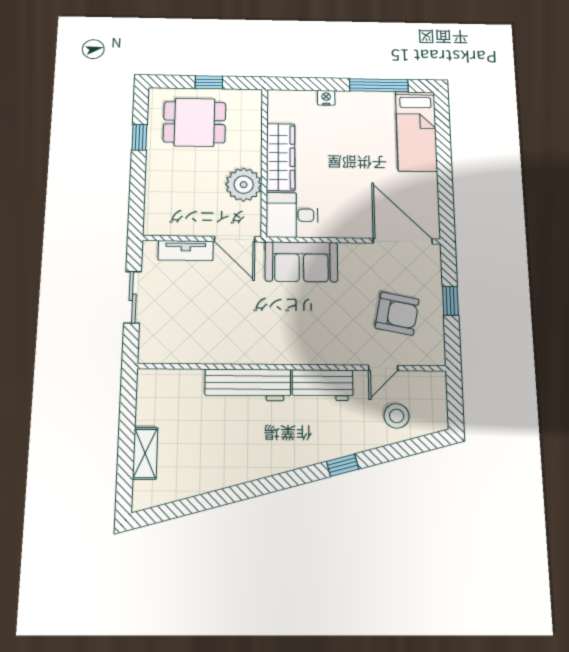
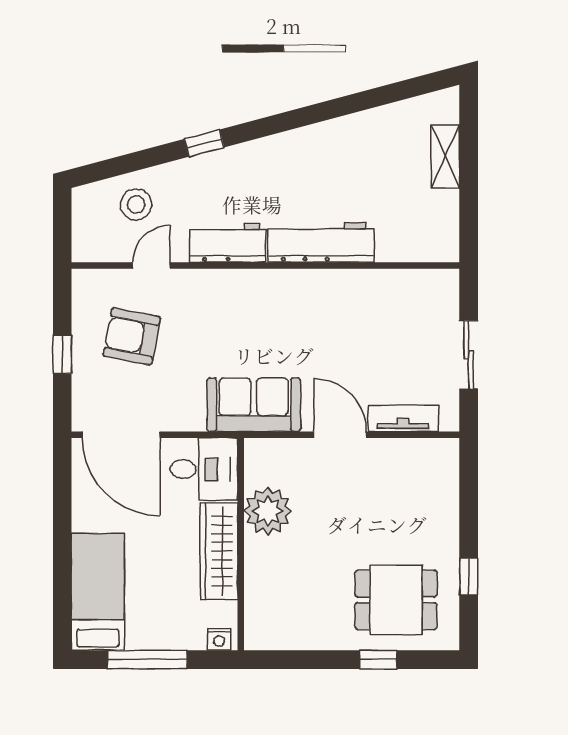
wardrobe: (281, 157) -> (219, 551), moved
wall: (264, 162) -> (241, 544), moved
plant: (244, 185) -> (268, 511), moved
desk: (292, 215) -> (204, 469), moved

